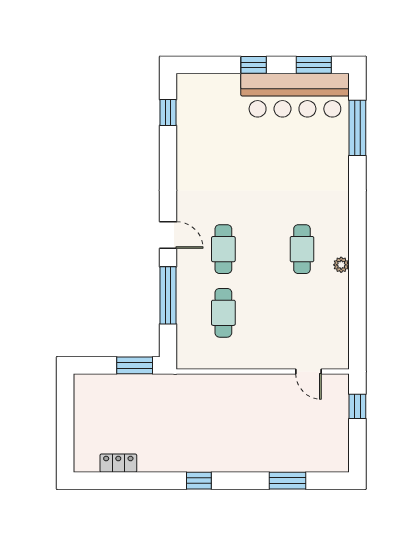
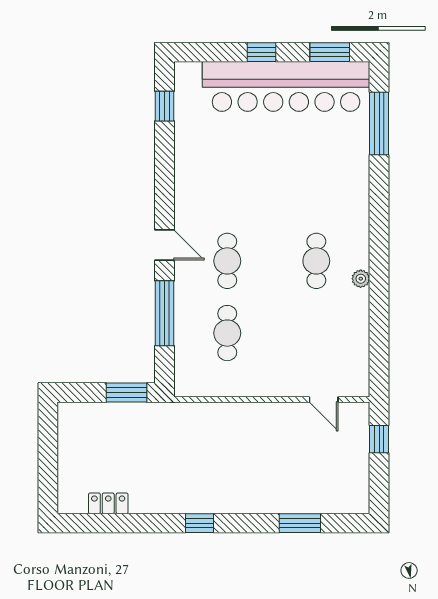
bar counter: (295, 95) -> (286, 86), width x1.36

